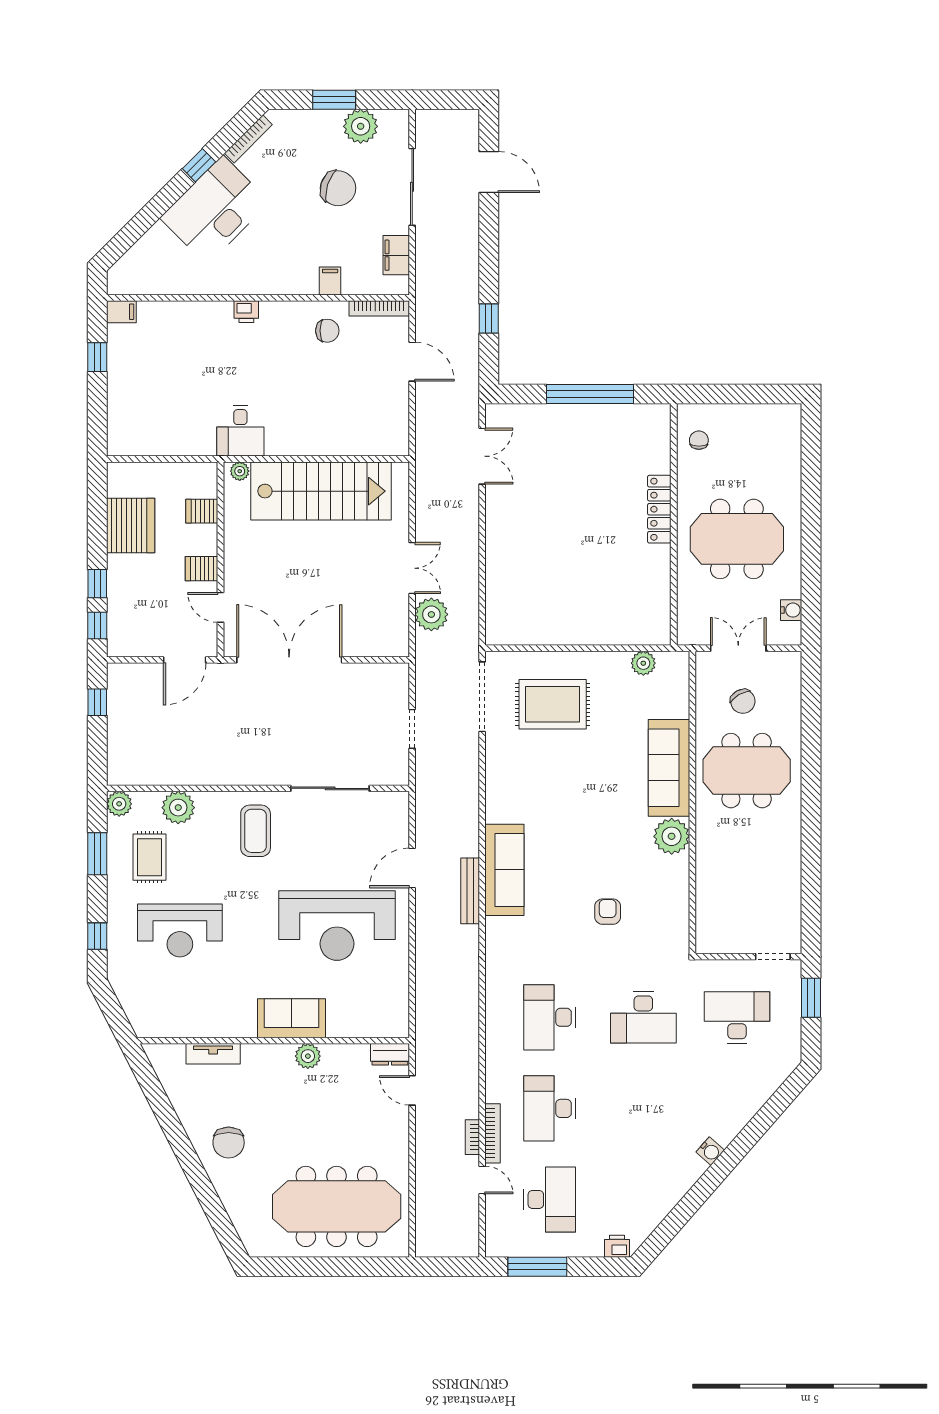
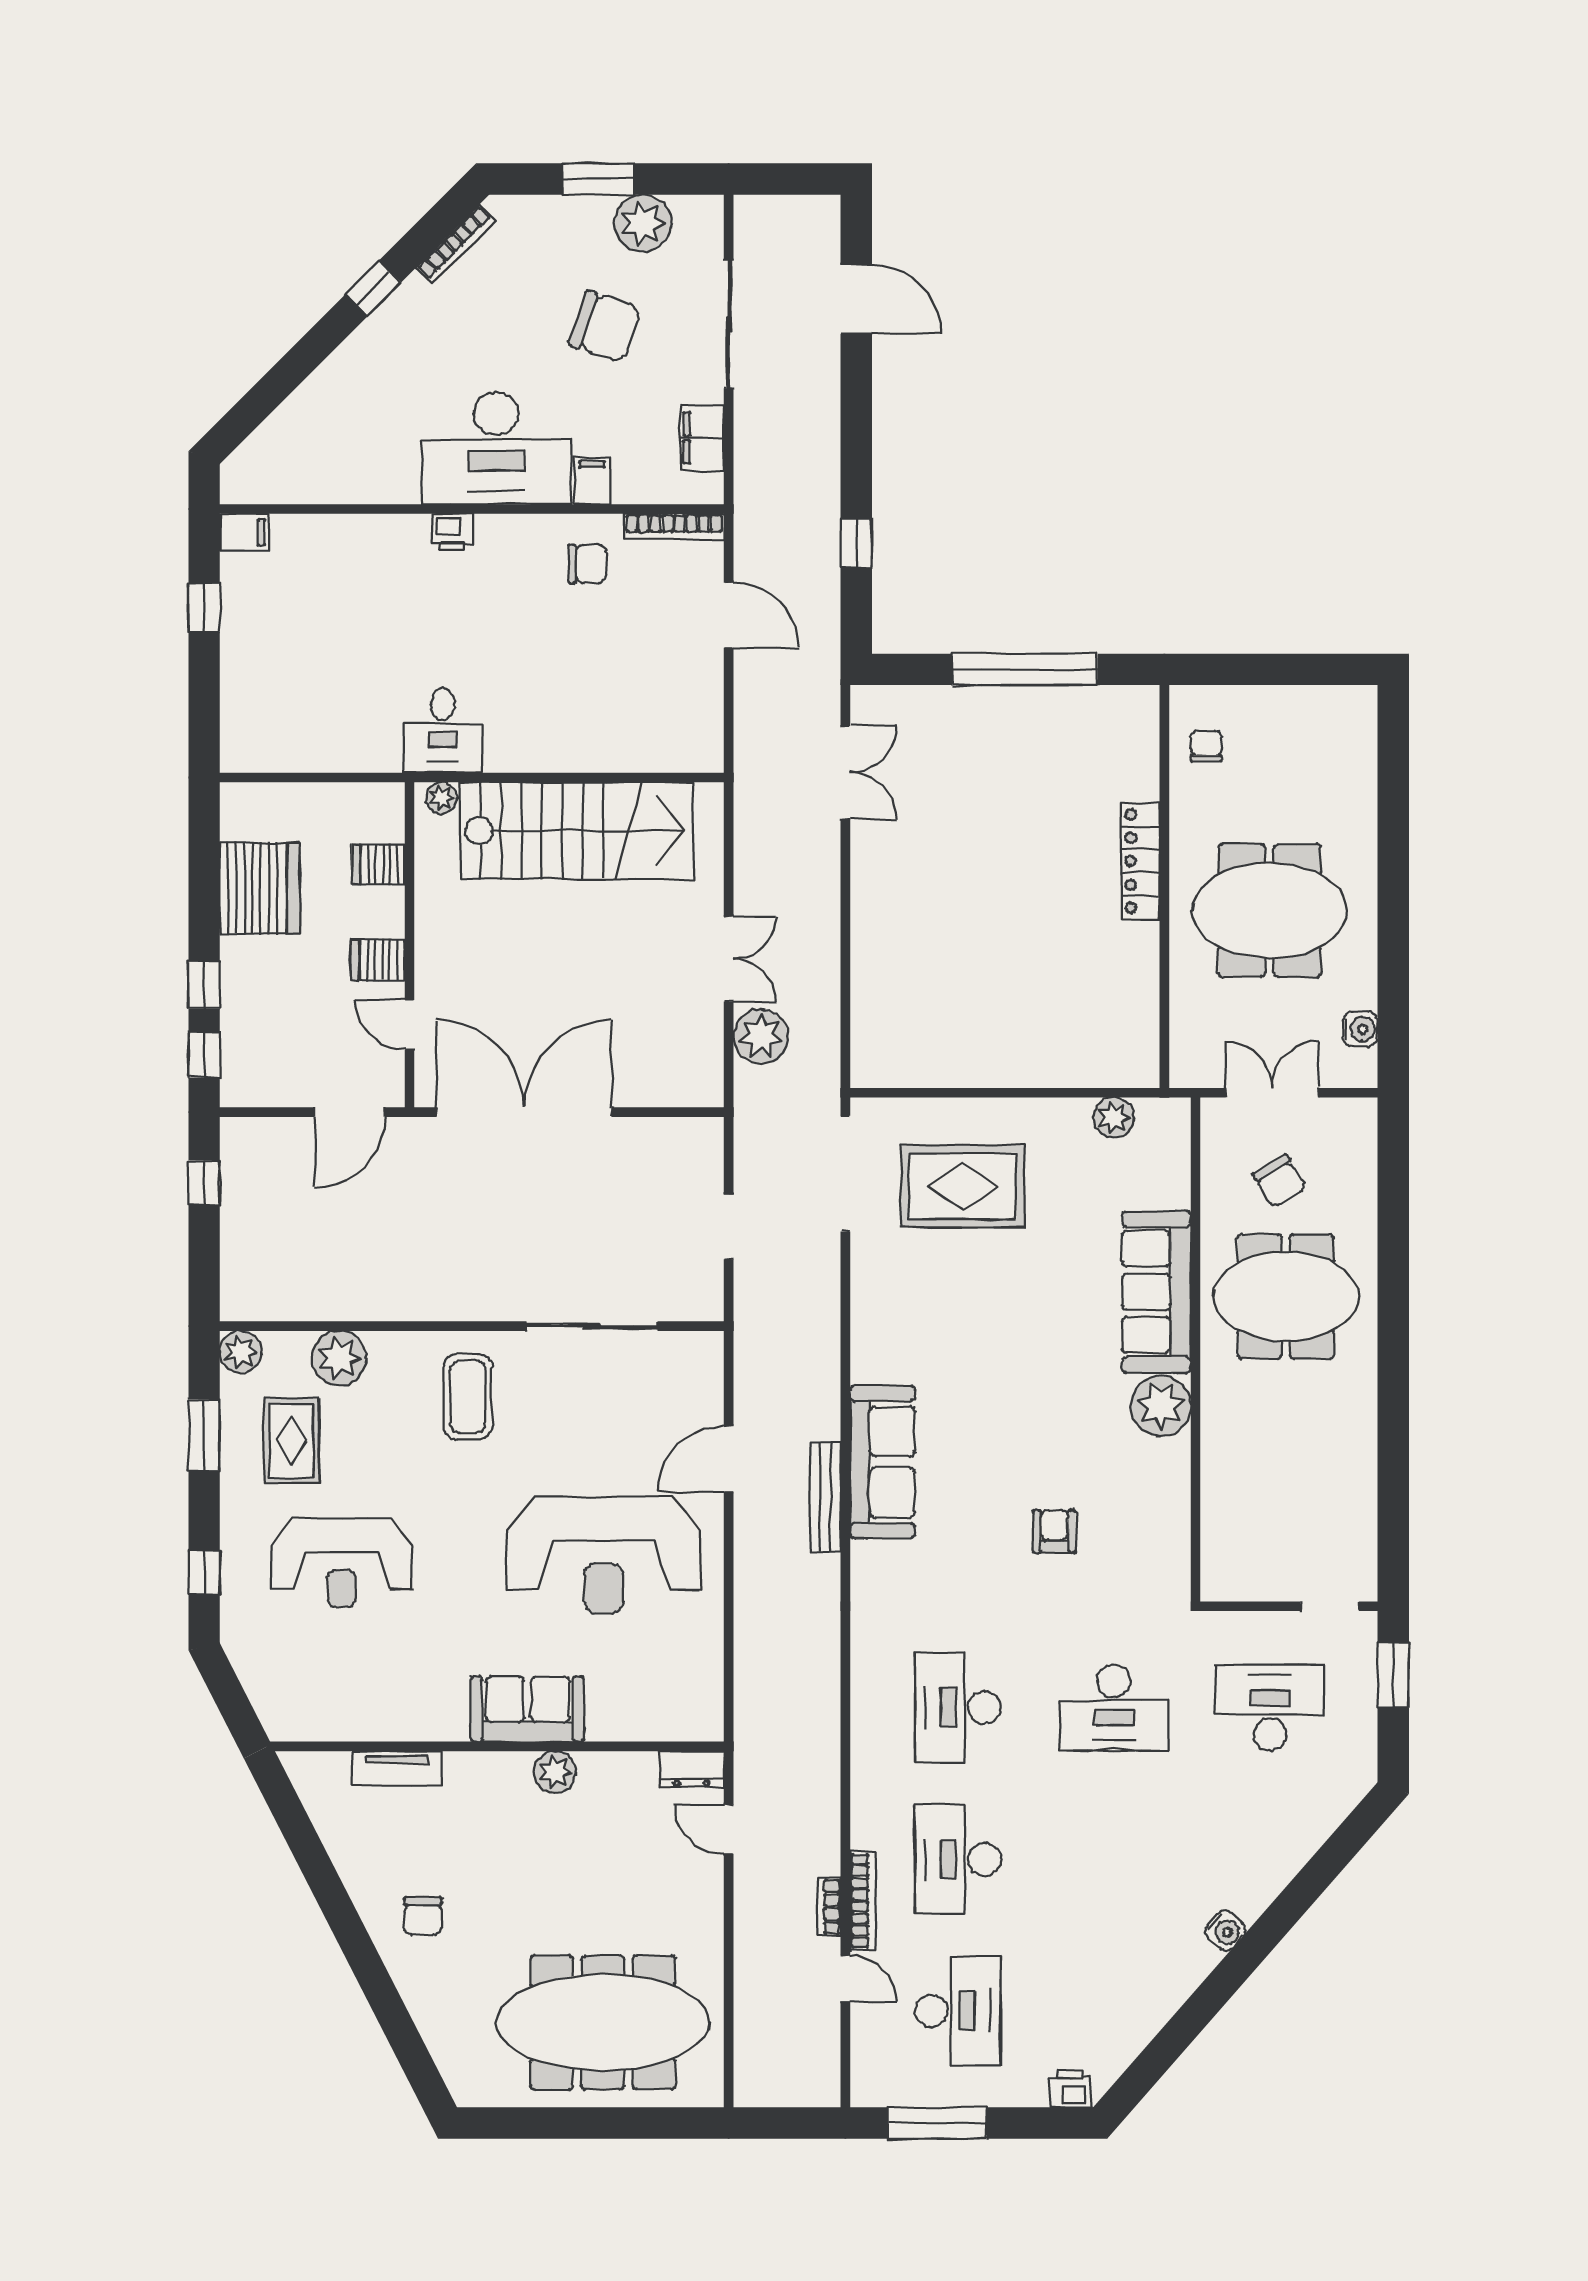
desk: (215, 210) -> (496, 448), moved, turned -135
chair: (229, 1143) -> (423, 1916), width x0.73, depth x0.73

